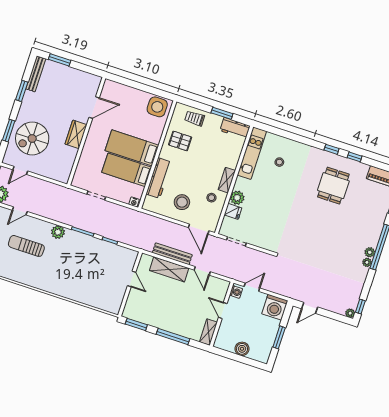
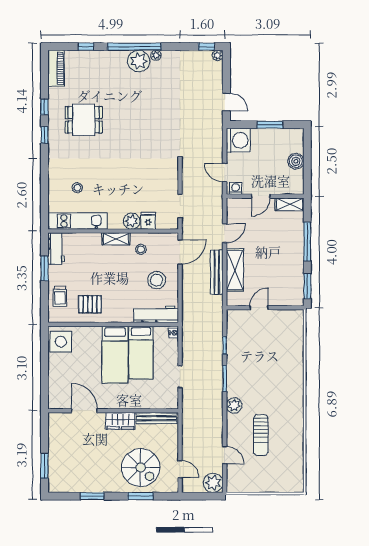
bench: (36, 74) -> (156, 418), moved
pallet: (180, 141) -> (90, 304), turned 90
workbench: (159, 178) -> (156, 314), moved
plant: (370, 252) -> (139, 61), width x1.87, depth x1.87

